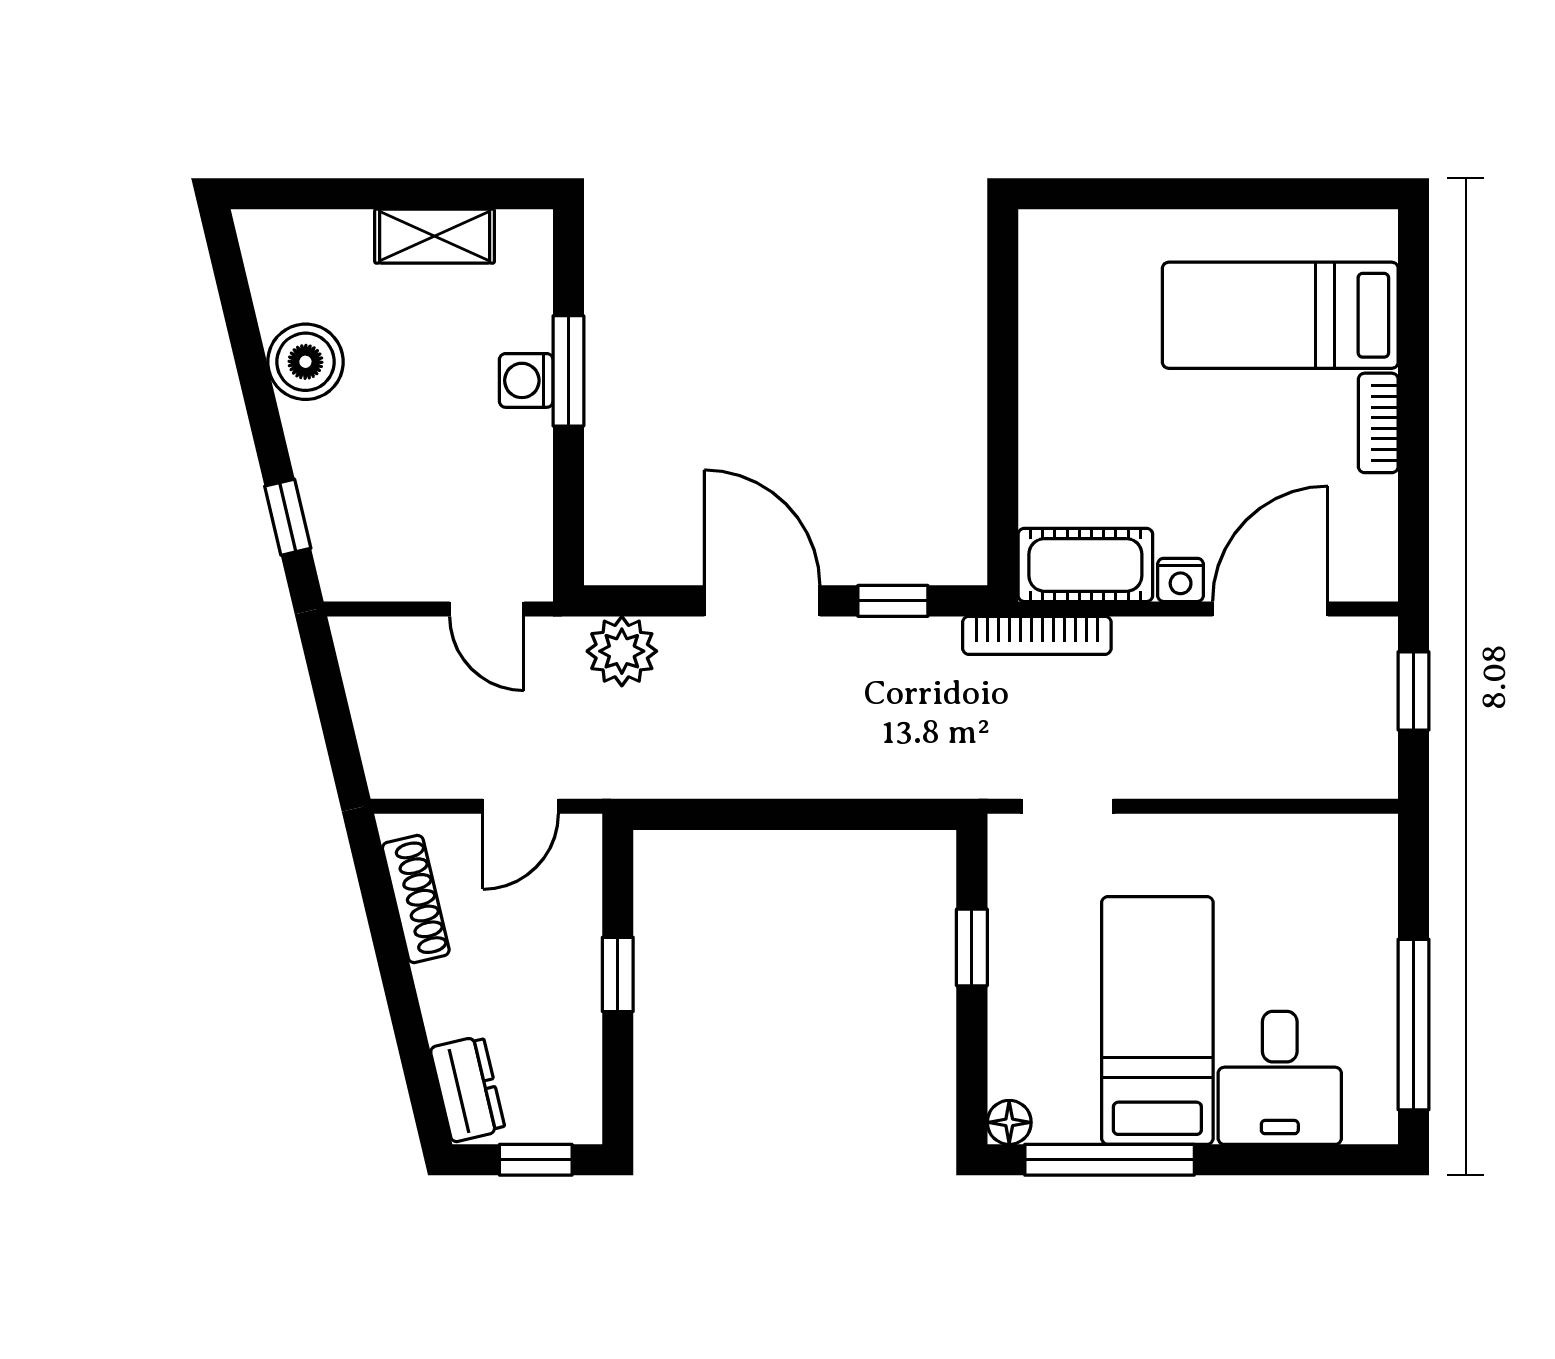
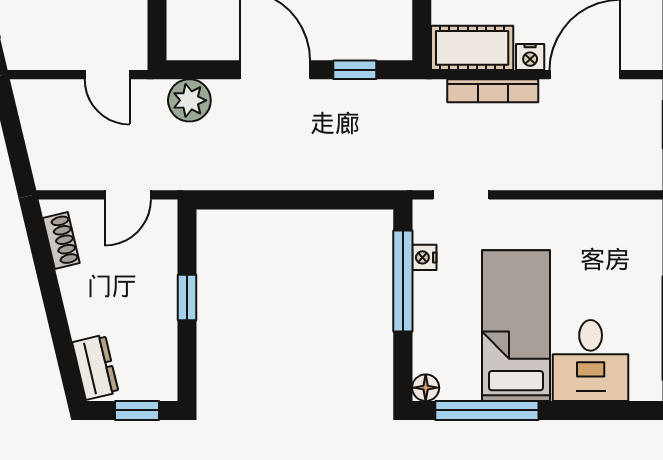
bookcase: (1037, 635) -> (493, 91), moved
shoe rack: (416, 899) -> (61, 241), width x0.70
nightstand: (1007, 909) -> (424, 257), added
window: (972, 947) -> (403, 281), width x2.17

